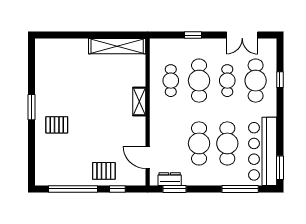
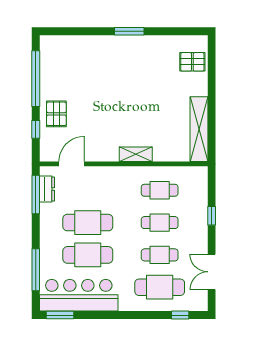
window: (280, 80) -> (180, 315), moved
cafe table: (199, 81) -> (160, 223), width x0.73, depth x0.74
pallet: (57, 125) -> (192, 62), moved, turned 90
window: (174, 189) -> (36, 194), width x1.44

